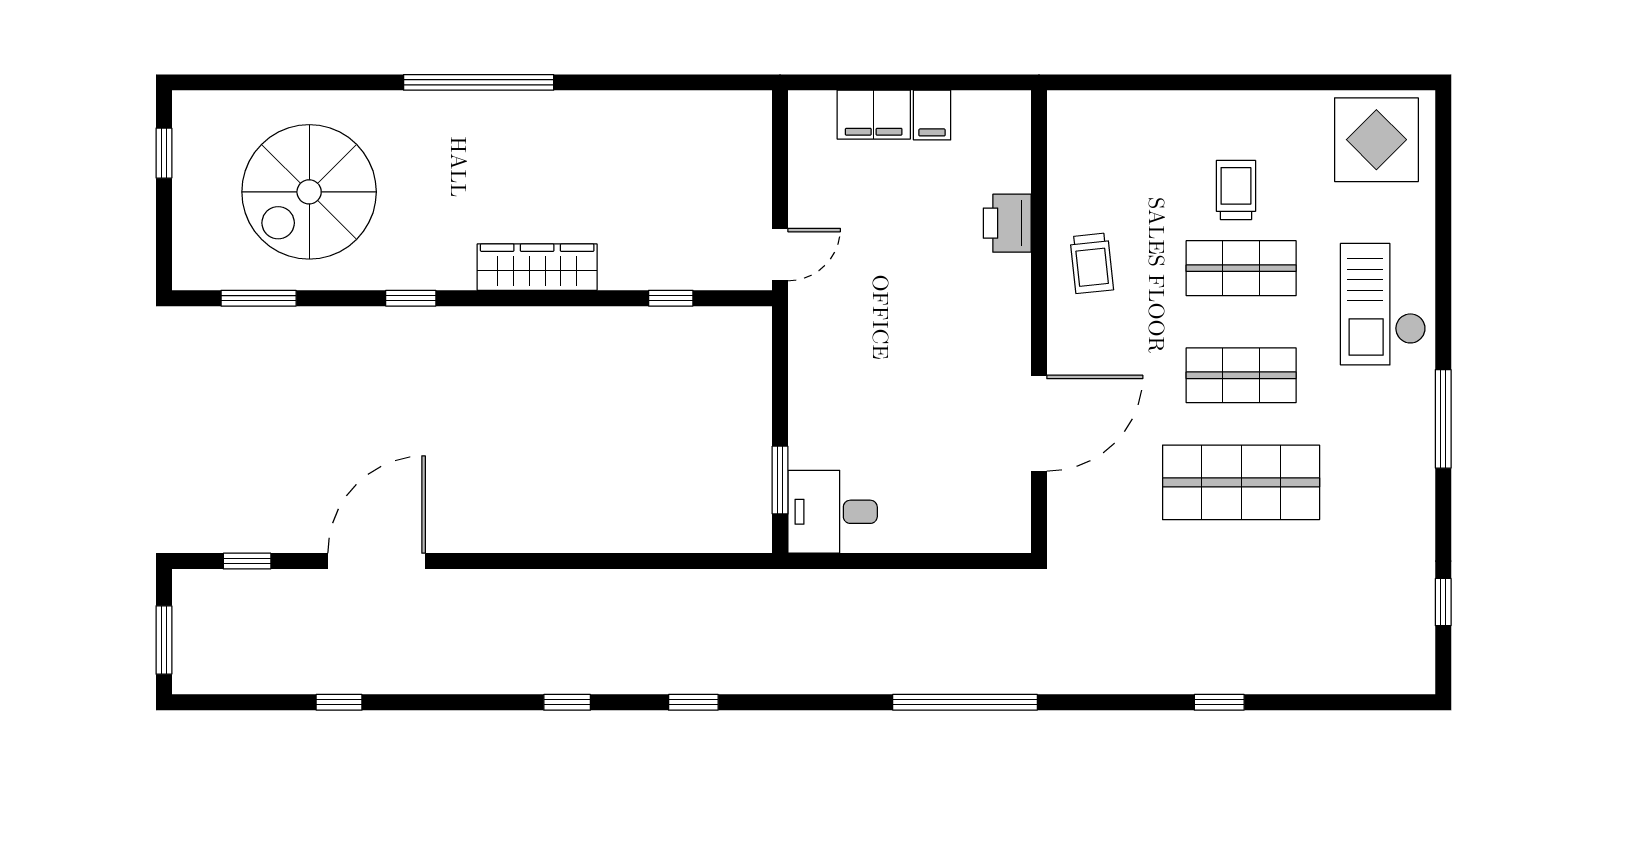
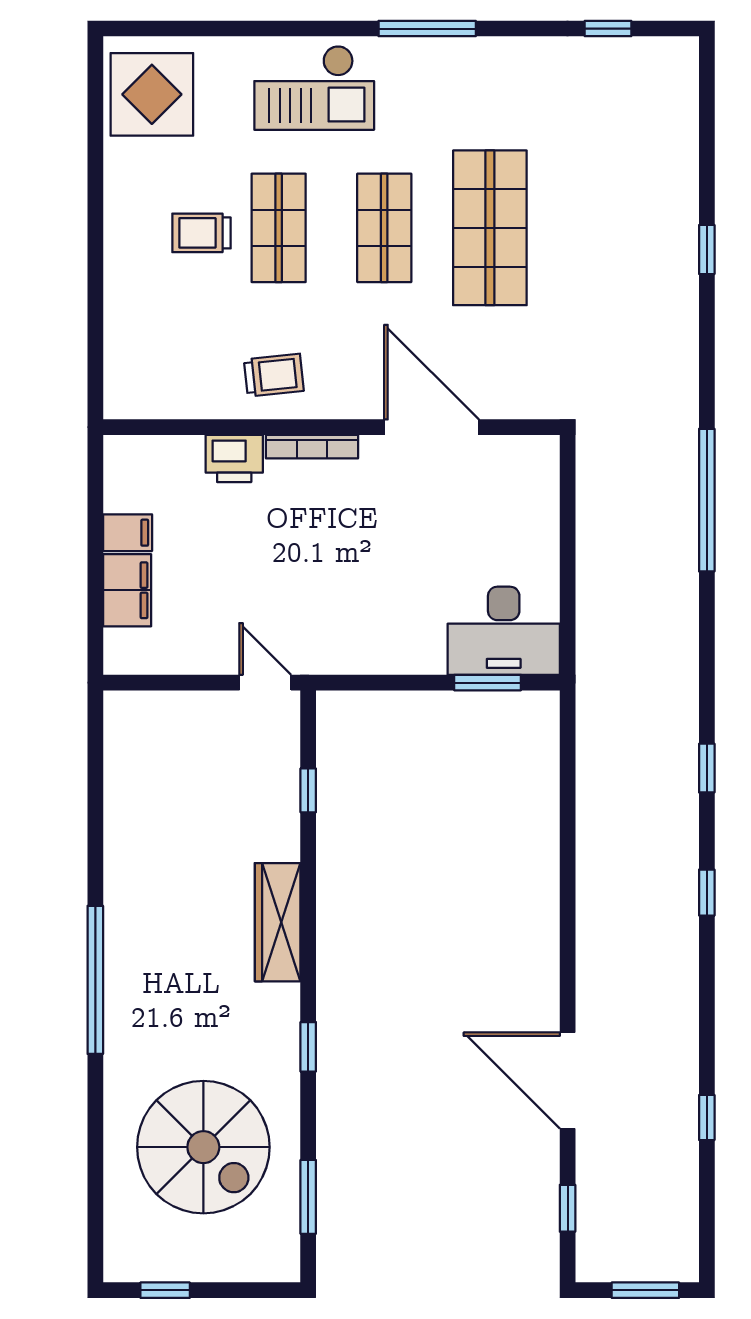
bookcase: (1019, 302) -> (312, 447), added
desk: (833, 512) -> (504, 631), width x1.37

